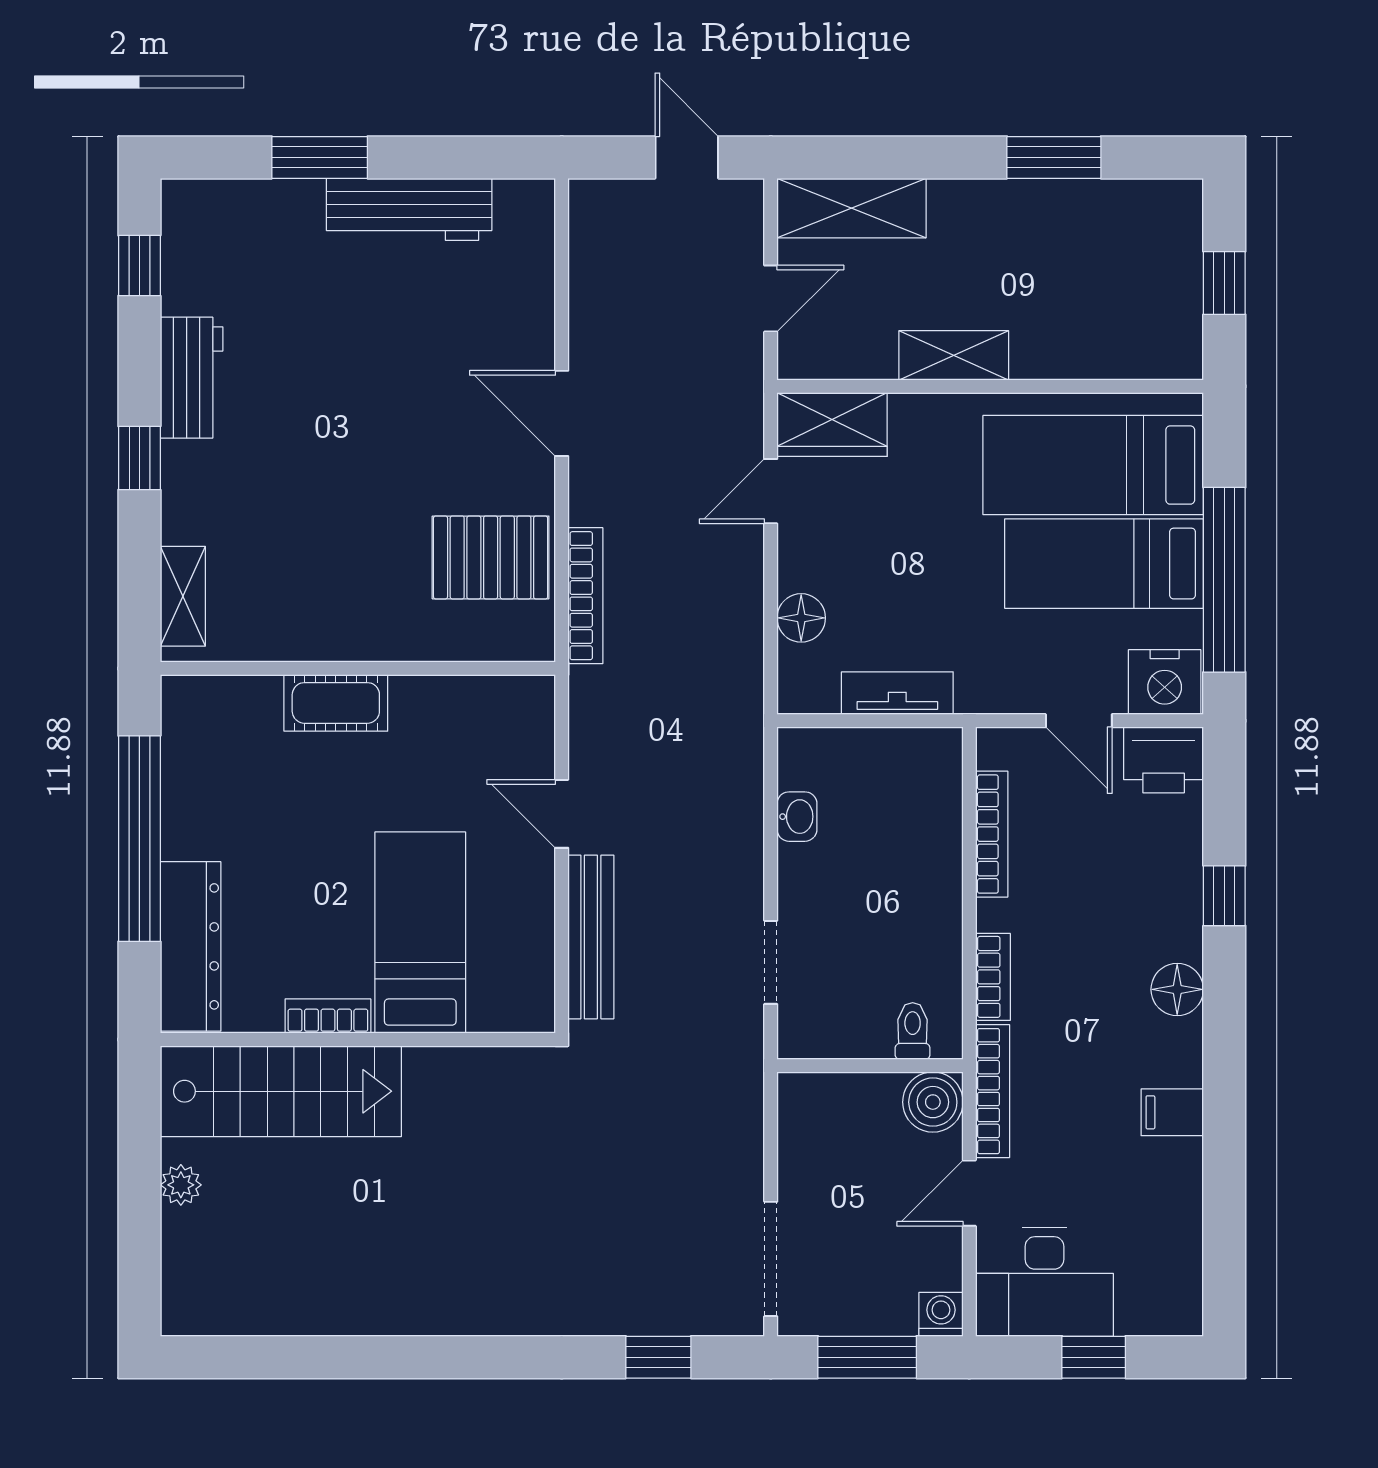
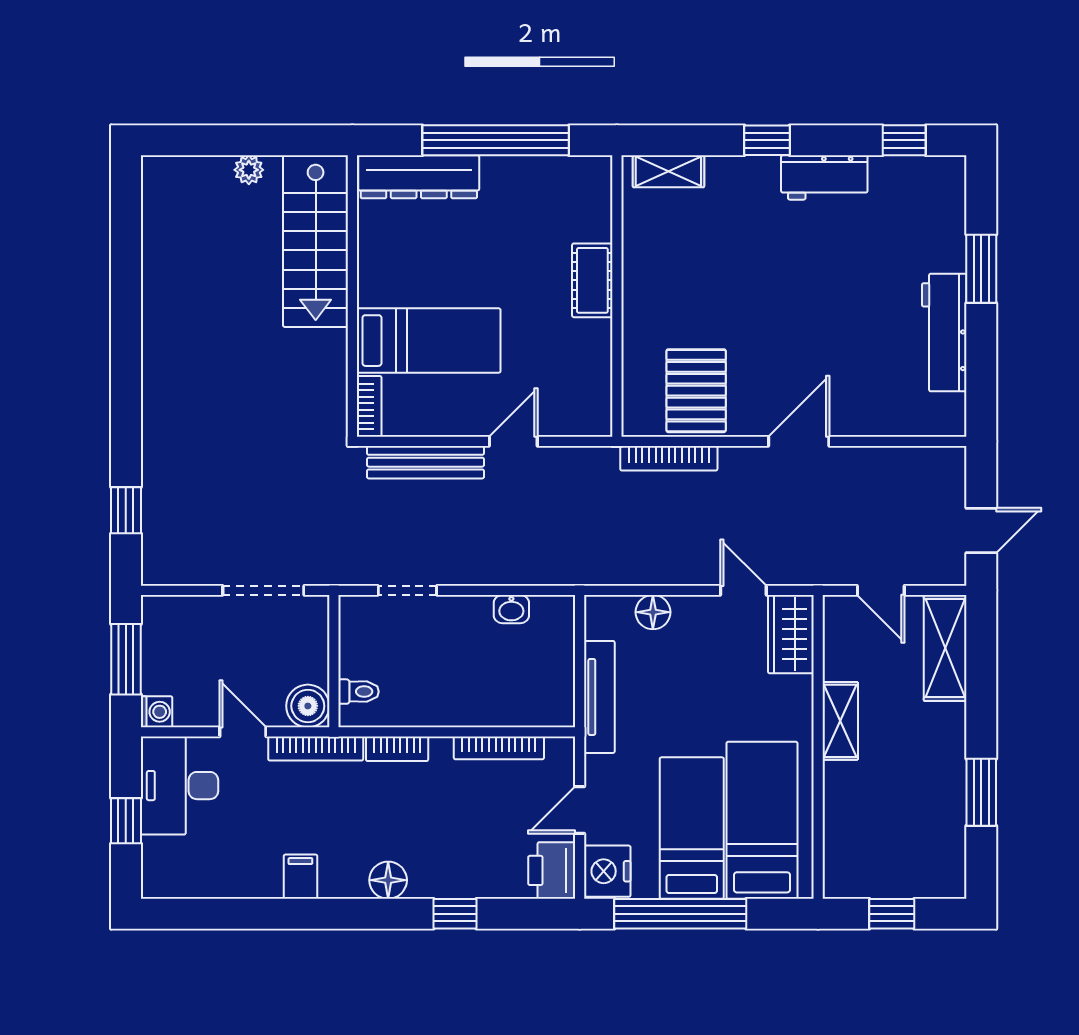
tv unit: (897, 693) -> (599, 697), width x1.41
bookcase: (328, 1016) -> (369, 406), moved
doorway: (771, 1259) -> (263, 590), moved

